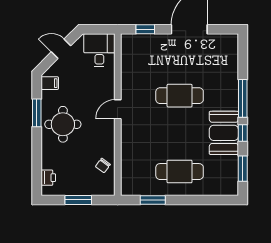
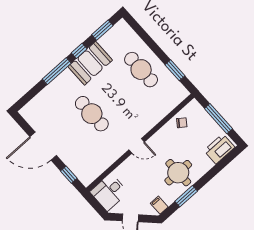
printer: (48, 178) -> (219, 149), width x1.87, depth x1.48
window: (78, 200) -> (218, 119), width x1.44

